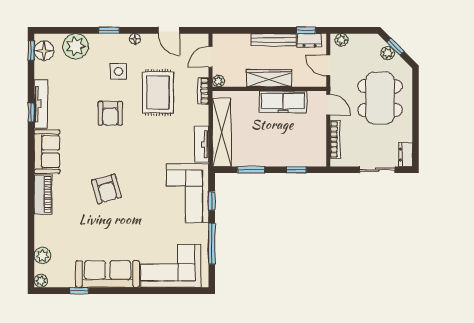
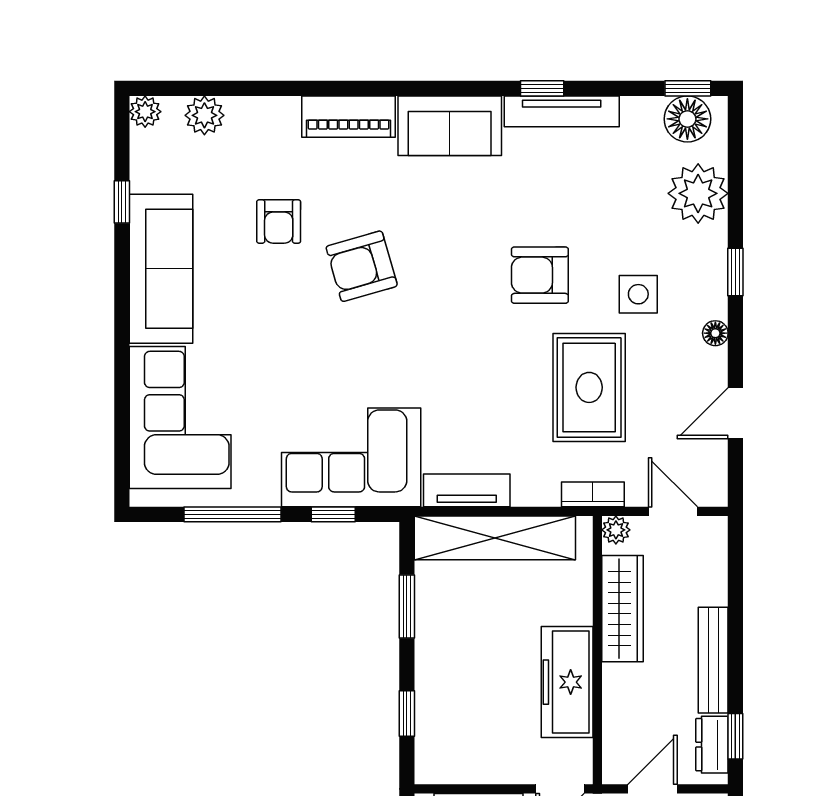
wardrobe: (269, 78) -> (622, 609), moved
rug: (158, 92) -> (589, 387), turned 90
armchair: (88, 224) -> (279, 222), added

